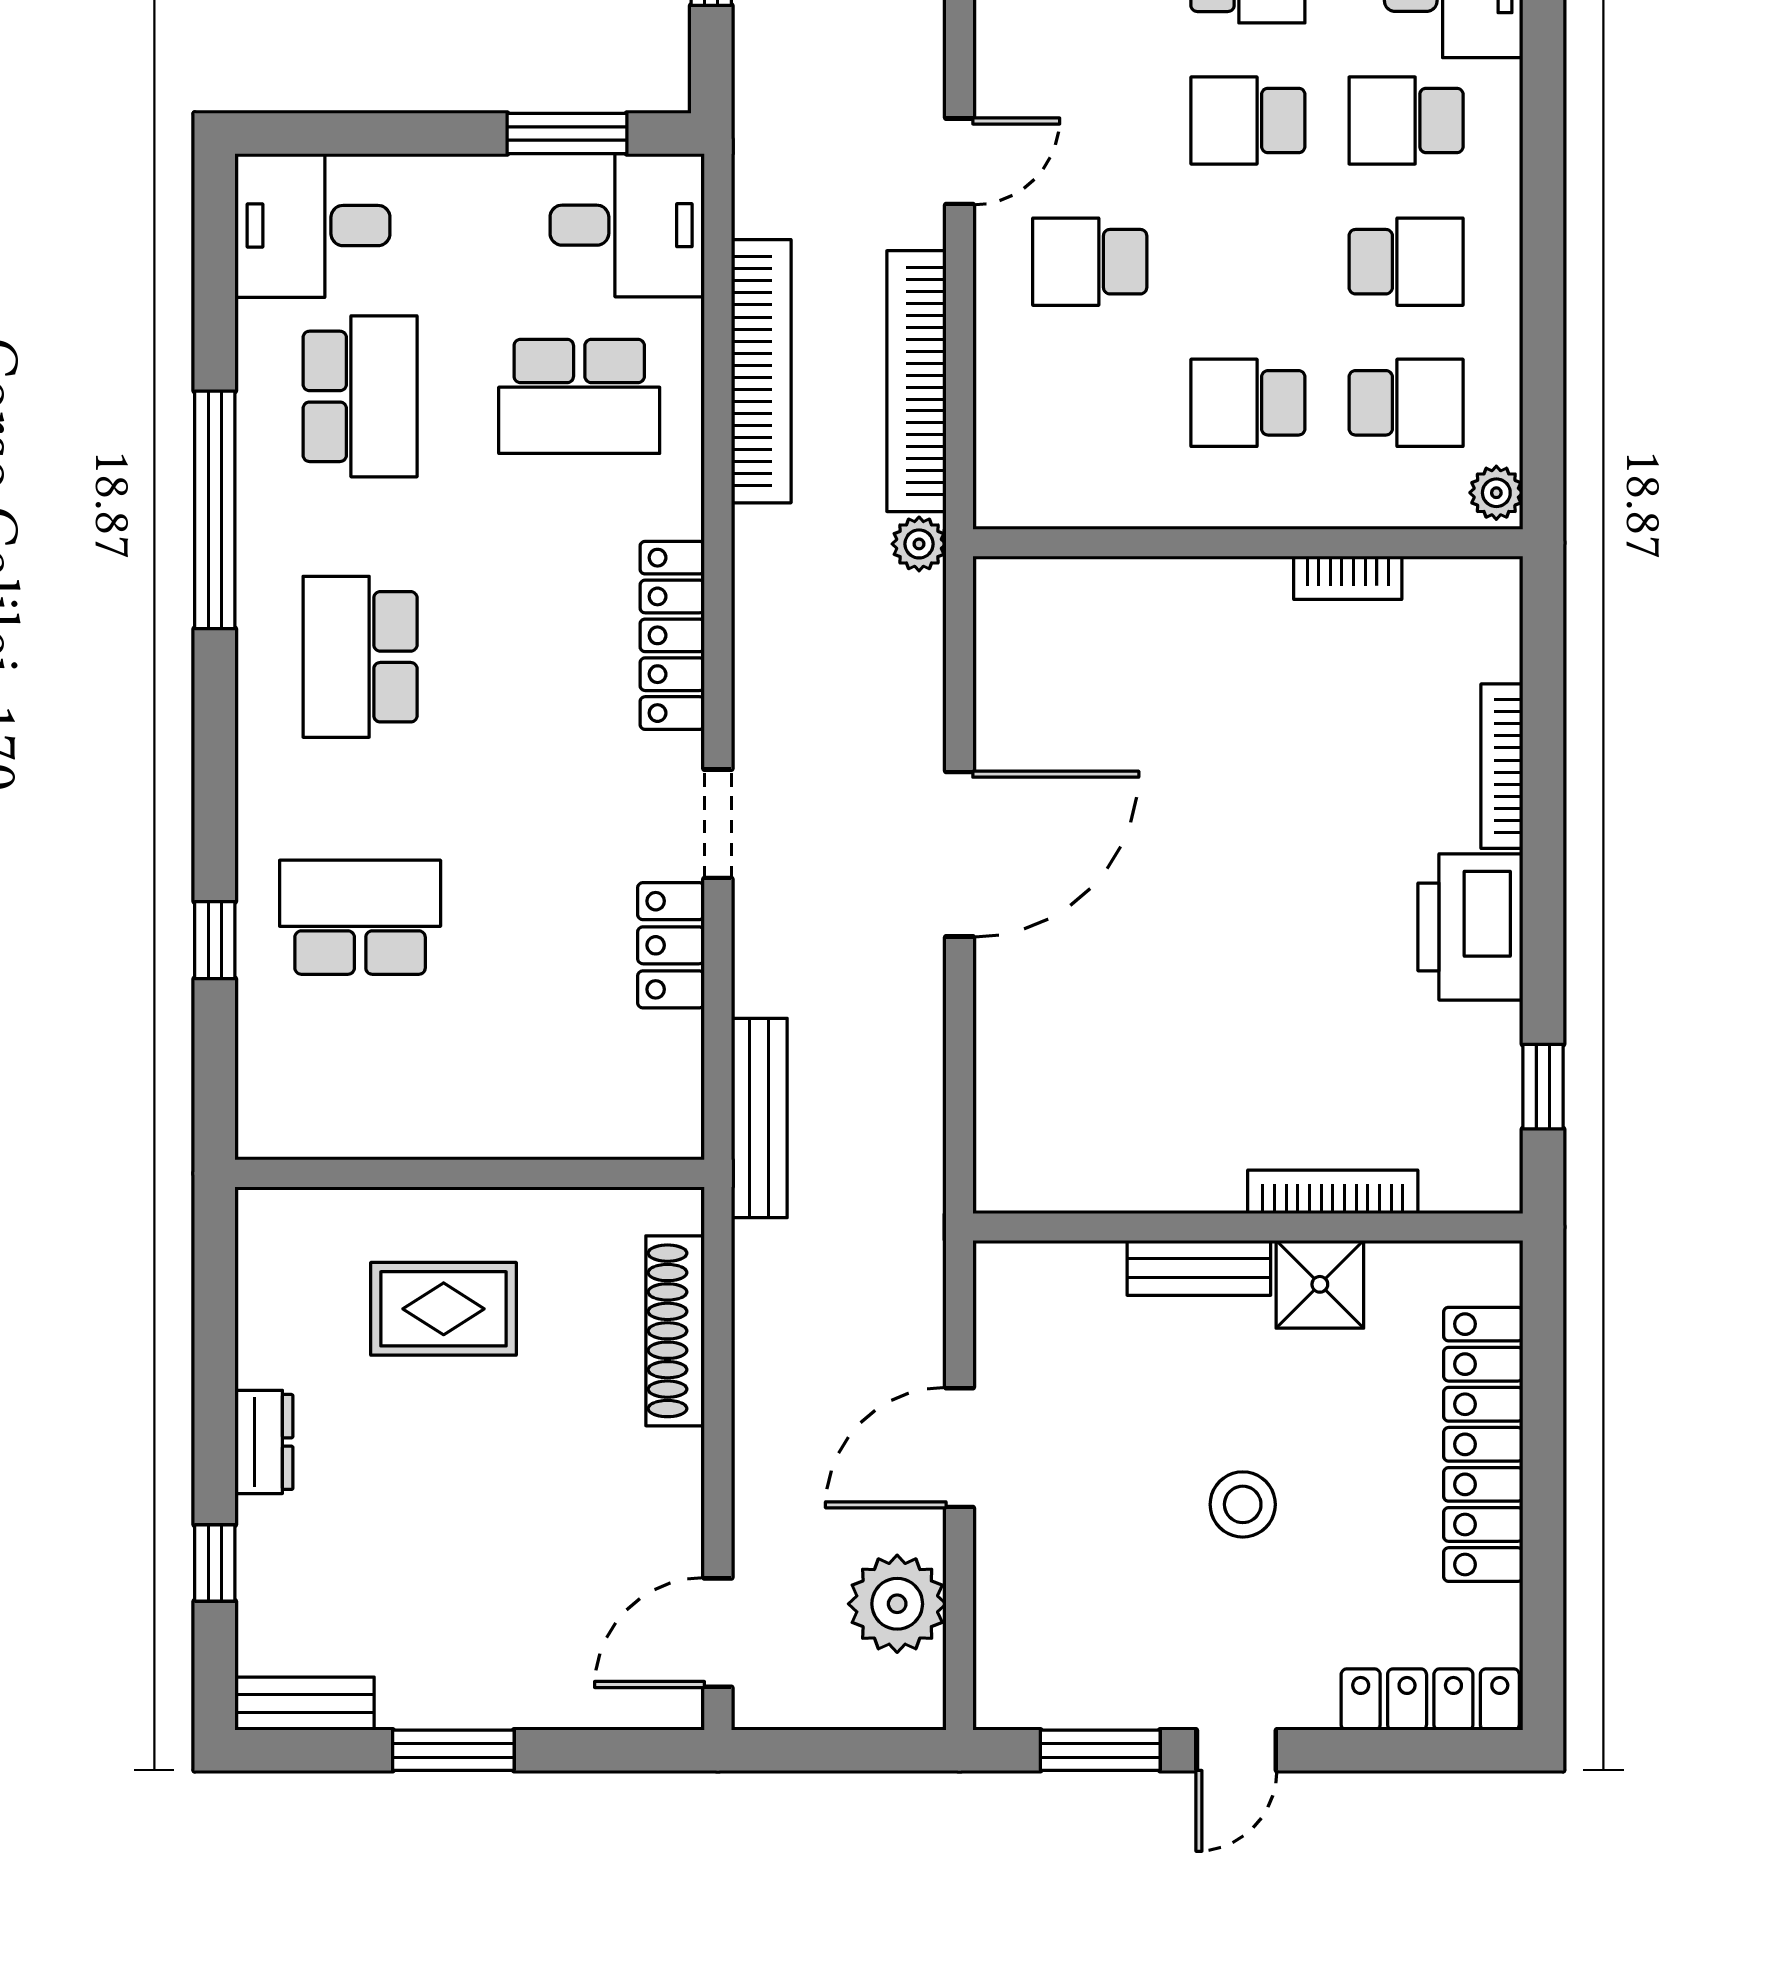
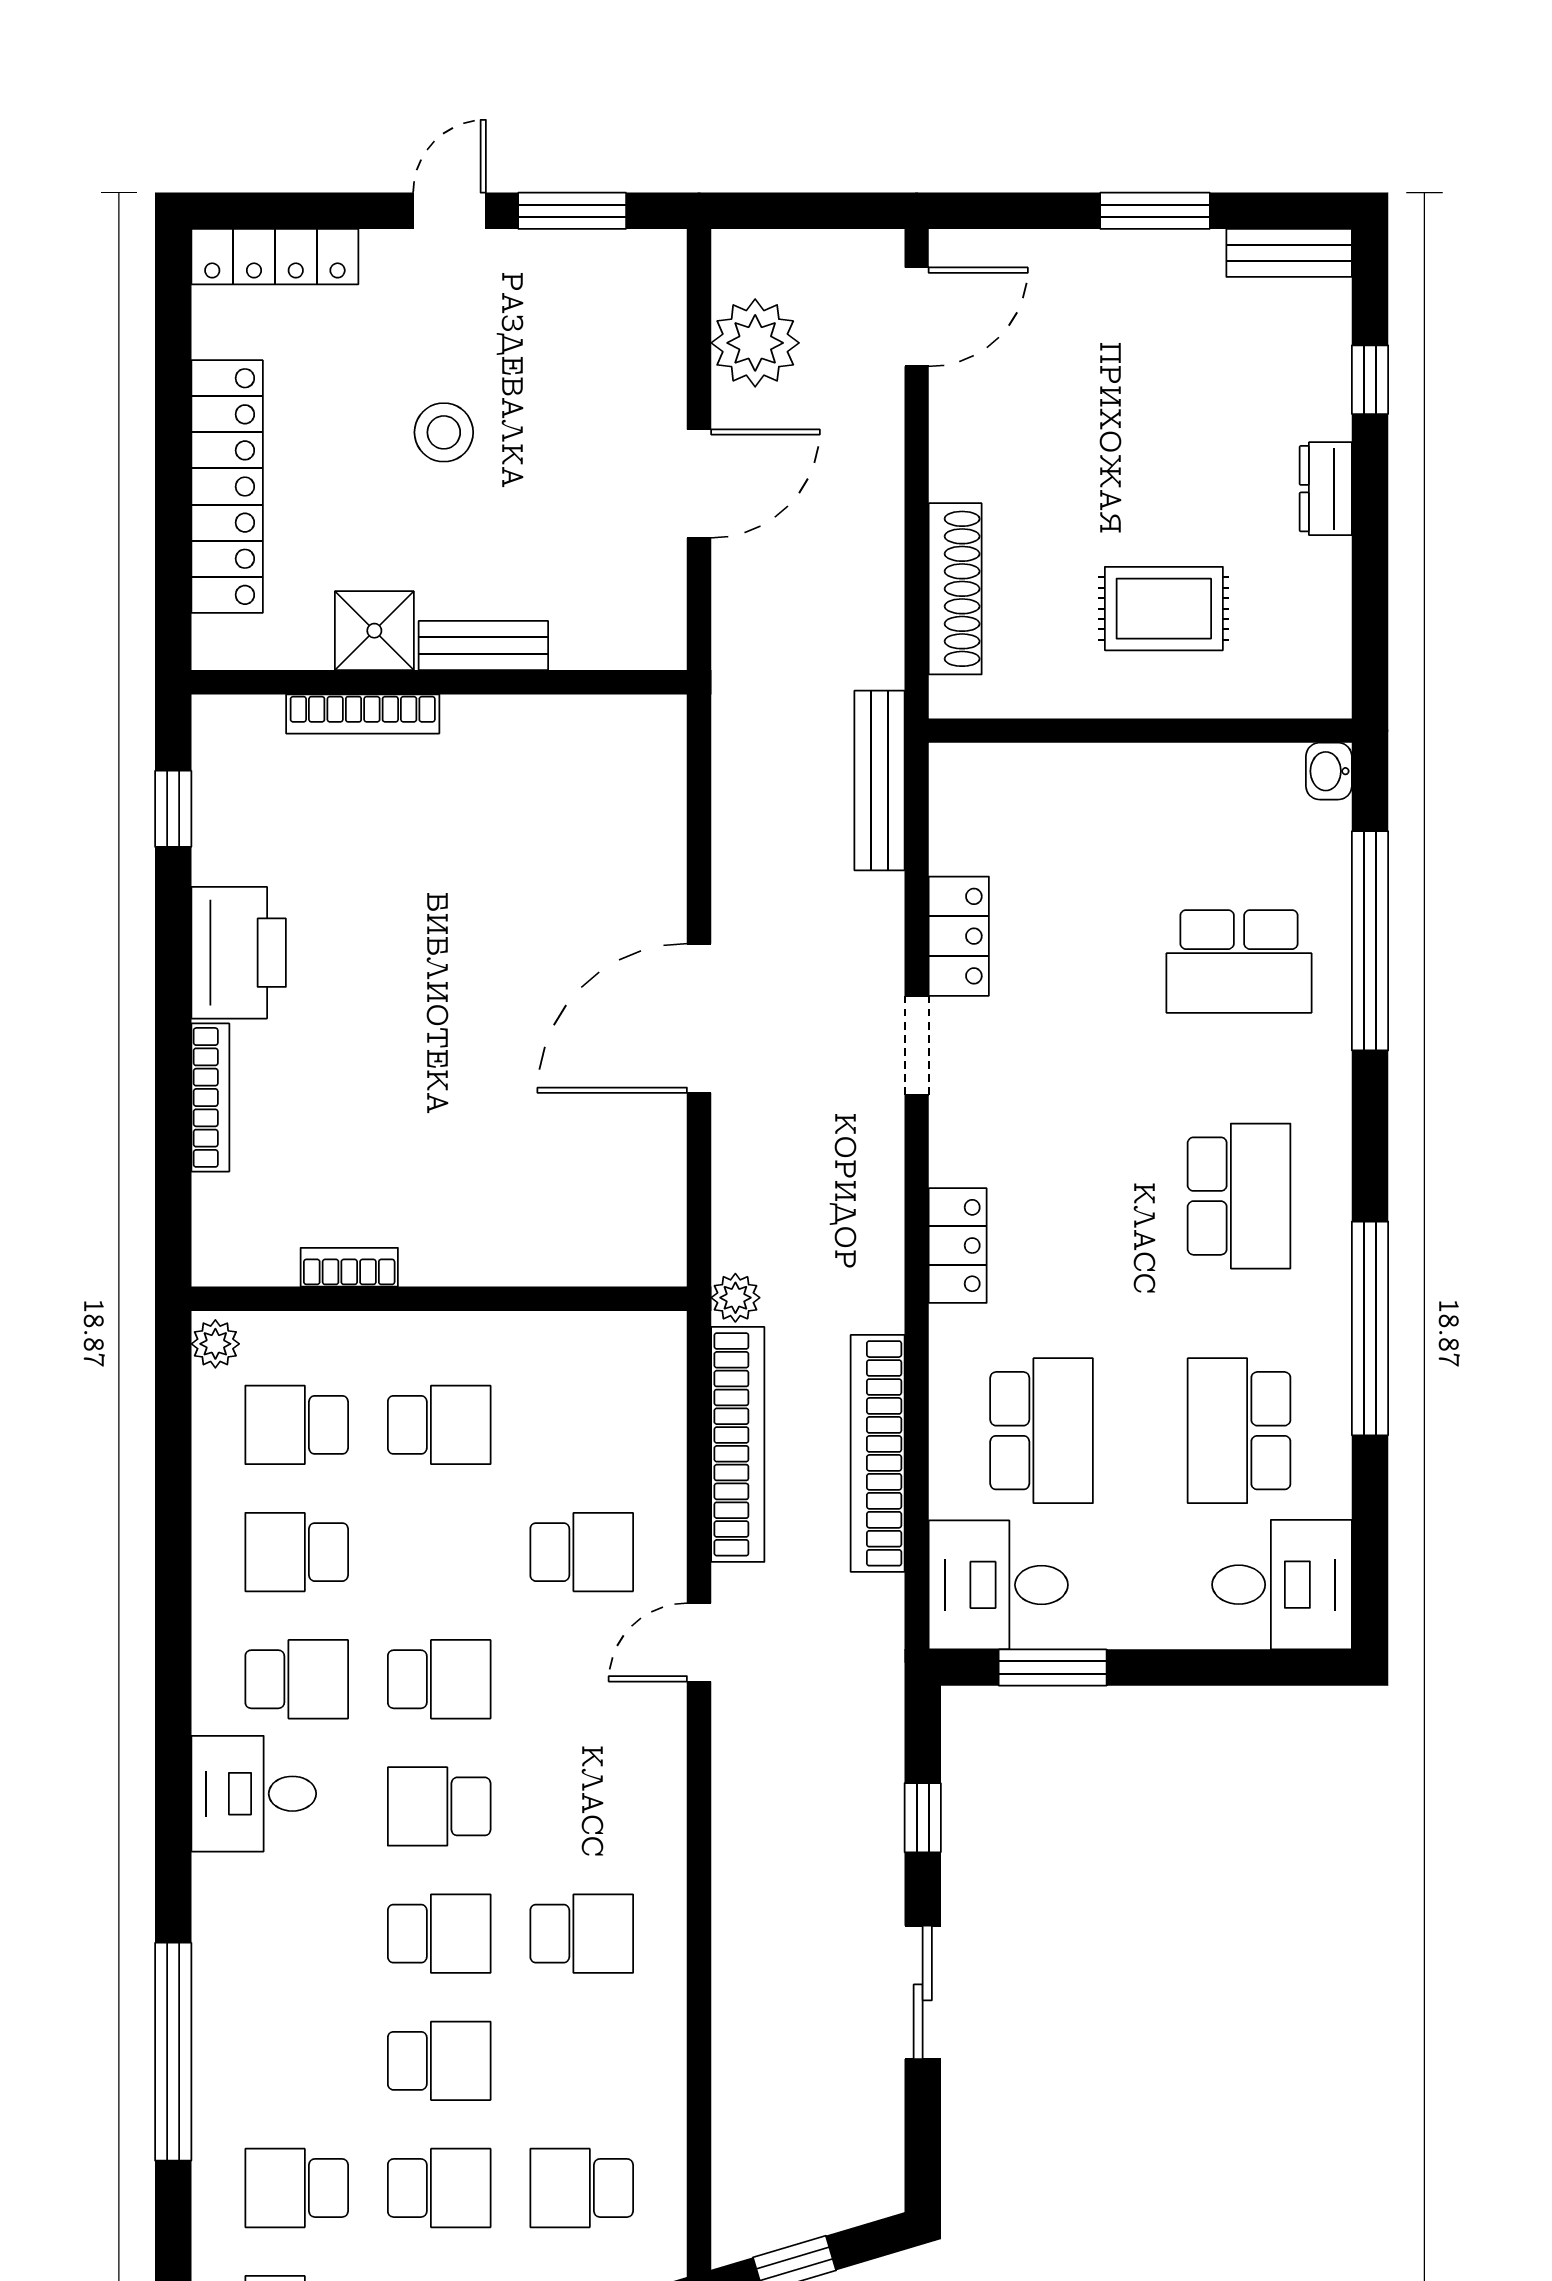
school desk: (579, 396) -> (1042, 1431), turned 90
locker: (672, 635) -> (958, 1246), width x0.66
window: (215, 940) -> (1370, 941), width x3.17
washbasin: (260, 1128) -> (1329, 771), added

